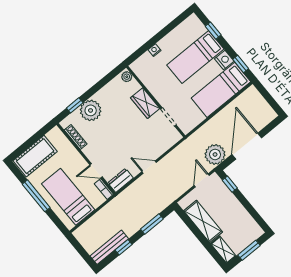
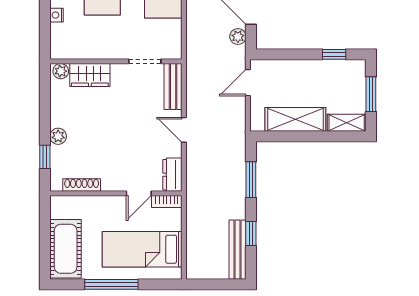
wardrobe: (145, 103) -> (90, 75), moved
plant: (91, 110) -> (58, 136), width x0.53, depth x0.53
bench: (167, 143) -> (173, 87), added
plant: (215, 154) -> (238, 37), width x0.53, depth x0.53
door: (149, 167) -> (184, 130), hinge flipped
door: (202, 180) -> (248, 83), hinge flipped
window: (230, 184) -> (334, 54), moved

